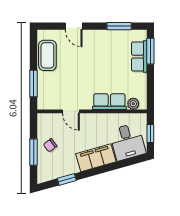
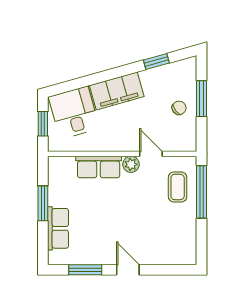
door: (74, 26) -> (128, 270), moved
window: (150, 51) -> (43, 203), moved
coffee table: (47, 55) -> (178, 187), moved, width x0.73, depth x0.77
window: (34, 83) -> (202, 192), width x1.44
plant: (133, 104) -> (131, 164), moved

